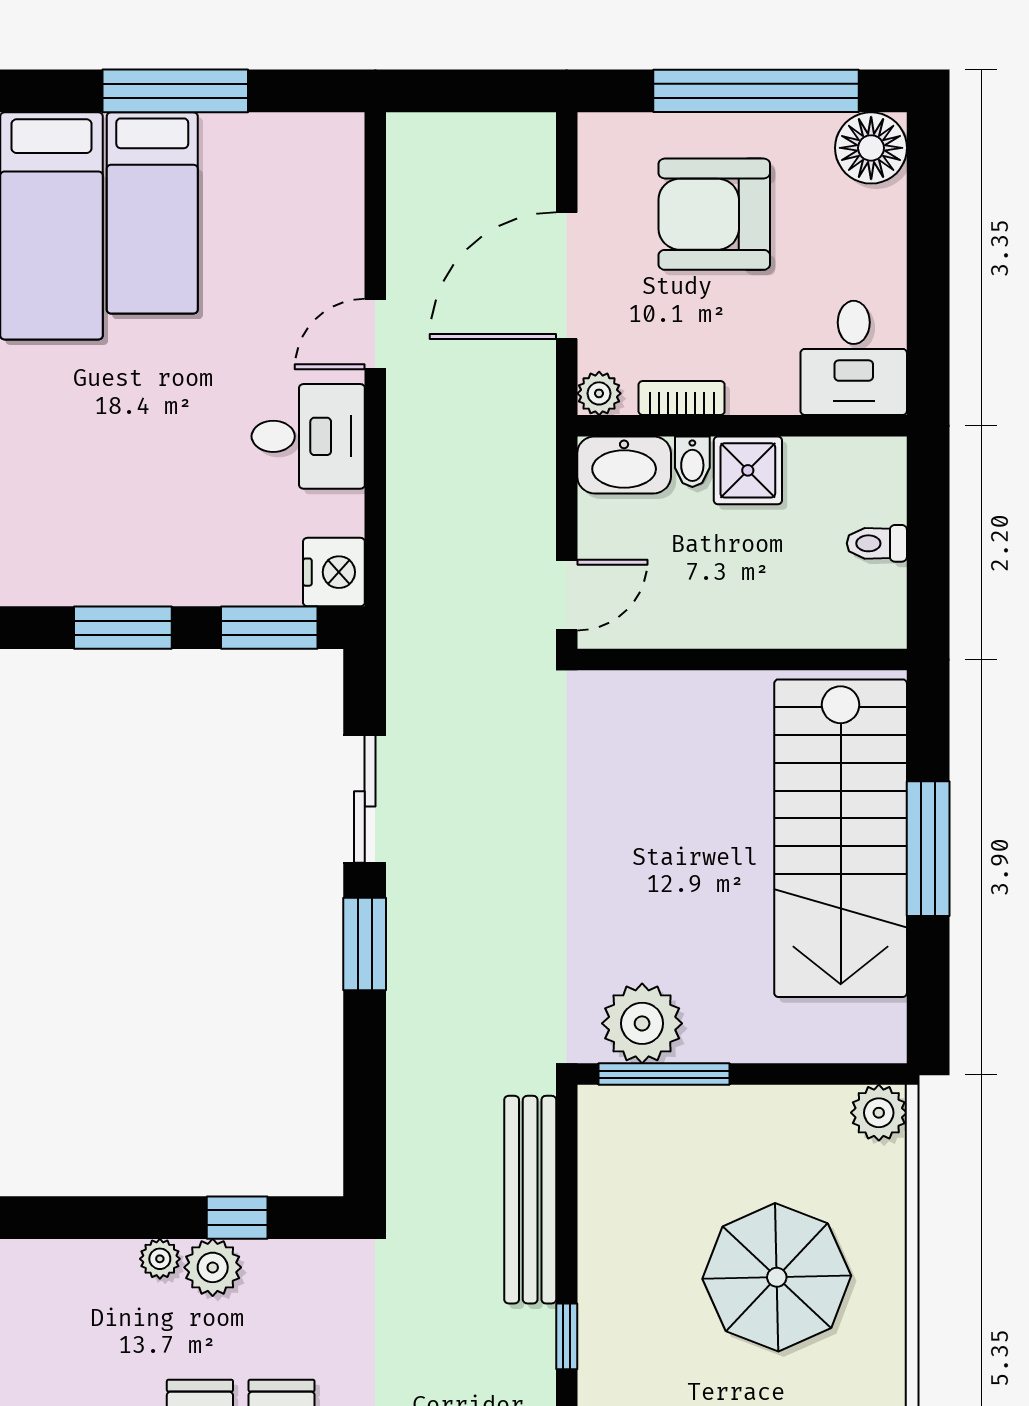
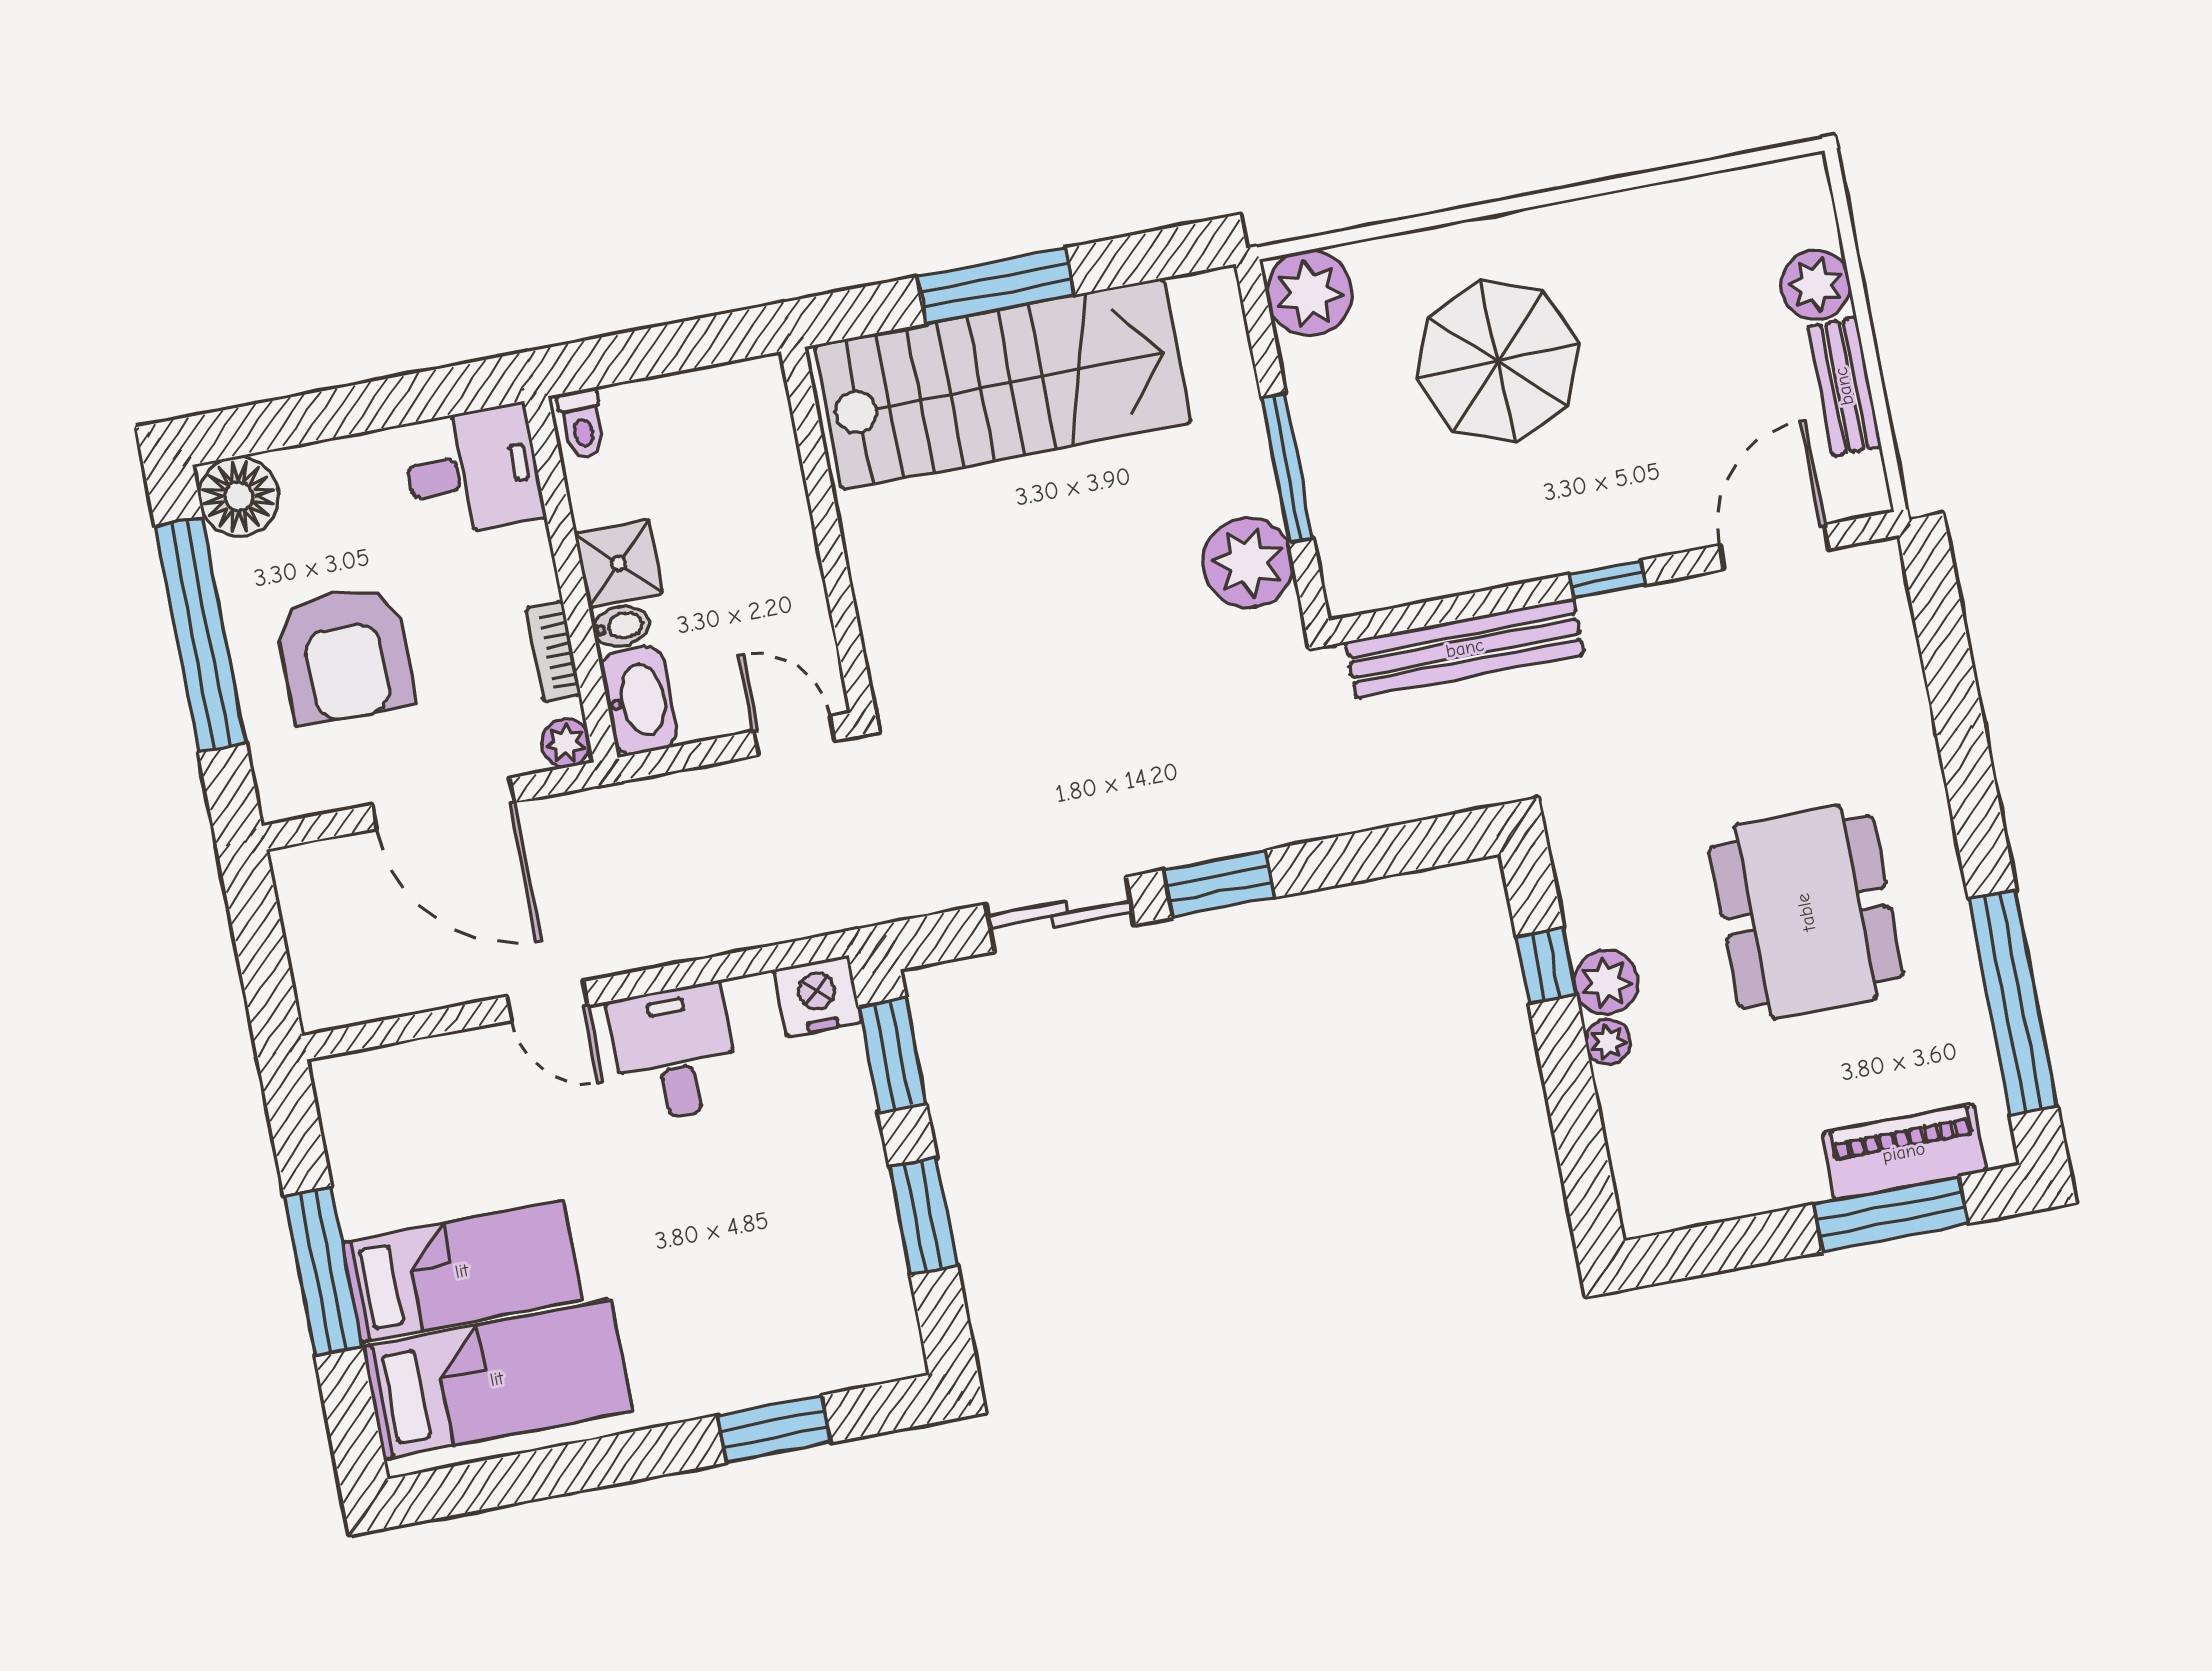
toilet: (877, 543) -> (582, 424), moved
window: (664, 1074) -> (1287, 468), moved
plant: (879, 1113) -> (1309, 293), width x1.36, depth x1.36

